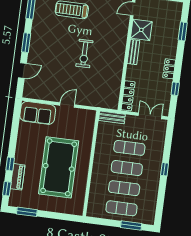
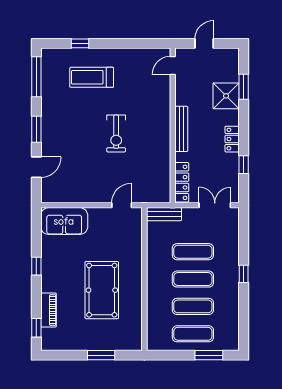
shower: (141, 30) -> (226, 96), moved
bench: (133, 52) -> (181, 129), width x1.36
door: (67, 105) -> (122, 205), moved
window: (10, 164) -> (36, 266), moved
pool table: (59, 167) -> (102, 290), width x0.73, depth x0.76
window: (27, 212) -> (101, 355), moved

